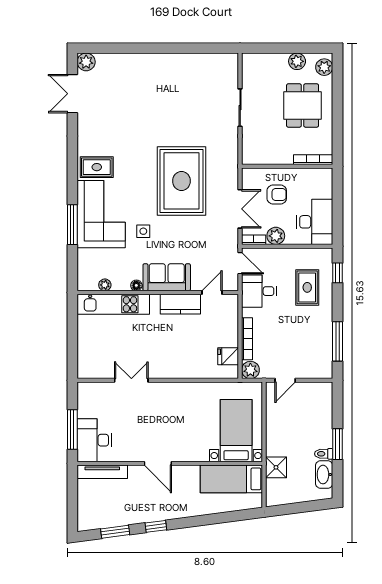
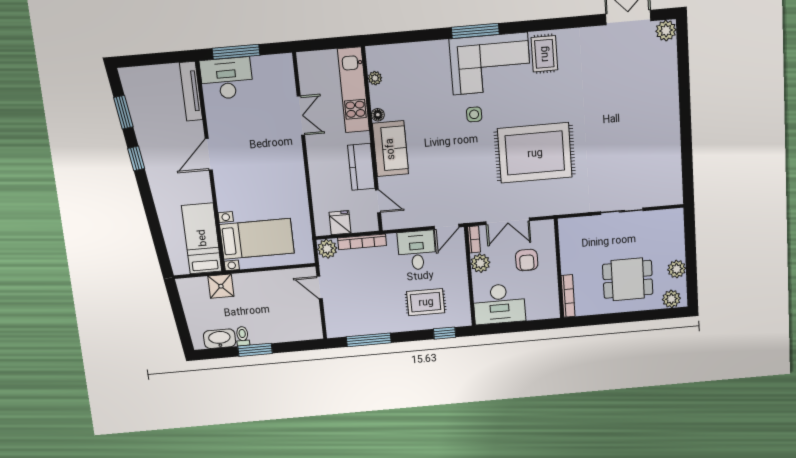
sofa: (167, 277) -> (390, 149), moved
plant: (105, 285) -> (375, 78), moved
floor lamp: (136, 285) -> (378, 115), moved
wall: (158, 293) -> (372, 140), moved
door: (212, 293) -> (378, 201), moved
kitchen unit: (113, 304) -> (353, 90), moved
kitchen counter: (180, 304) -> (361, 167), moved

